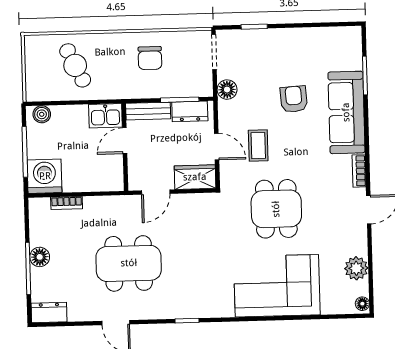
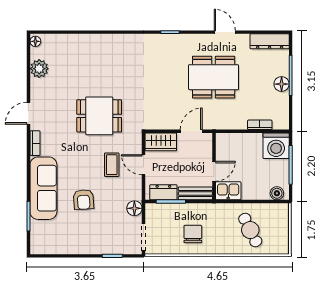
dining table: (276, 209) -> (99, 116), turned 90
corner sofa: (277, 286) -> (100, 57), removed
dresser: (49, 312) -> (270, 41), width x1.44

